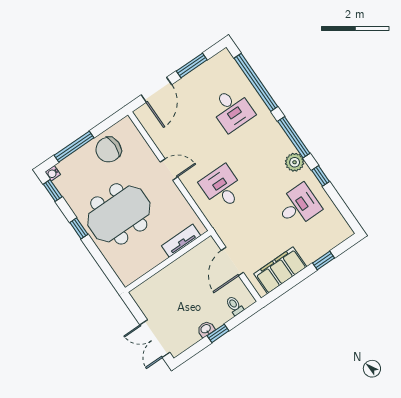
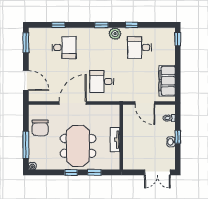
window: (192, 65) -> (26, 43), moved
window: (256, 82) -> (58, 25), width x0.32
window: (294, 137) -> (101, 25), width x0.46
door: (169, 169) -> (73, 103), width x1.87
window: (53, 190) -> (94, 172), moved
desk: (299, 206) -> (140, 47), turned -90
tv unit: (181, 241) -> (115, 140), moved
window: (323, 261) -> (178, 39), moved

